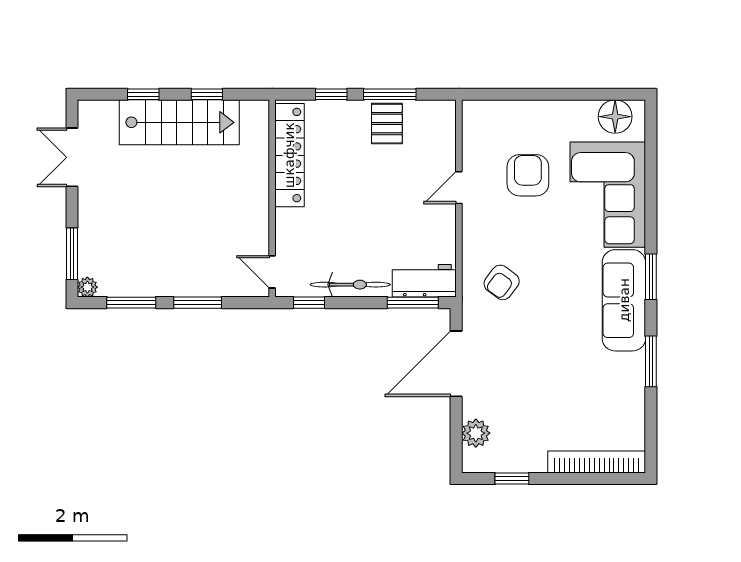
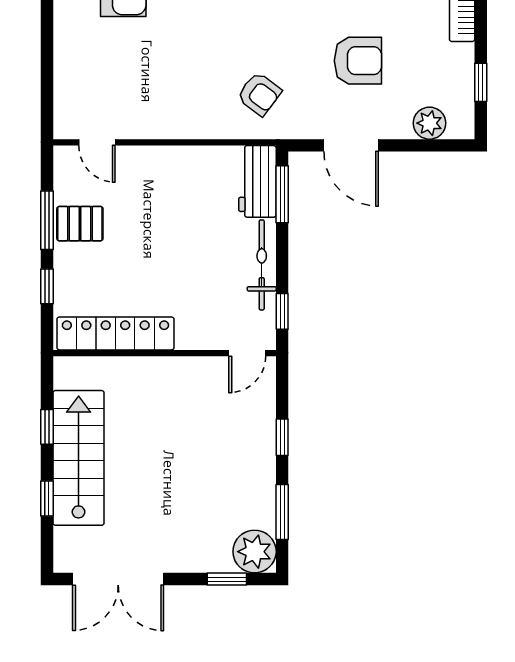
double door: (72, 157) -> (118, 579), width x1.37
armchair: (528, 175) -> (358, 61), moved, turned 180
door: (459, 188) -> (97, 142), moved
window: (72, 254) -> (227, 579), width x0.67
plant: (87, 287) -> (255, 552), width x1.87, depth x1.87
window: (198, 303) -> (282, 437), width x0.67
door: (456, 364) -> (351, 145), width x0.73

